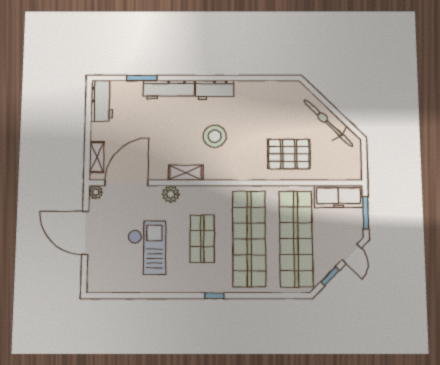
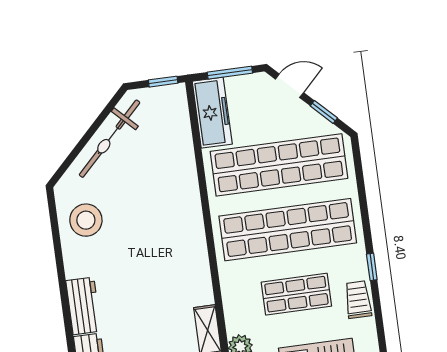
stool: (215, 136) -> (86, 220), moved
pallet: (289, 154) -> (162, 189), removed
window: (364, 165) -> (163, 82), added
trolley: (192, 283) -> (358, 300), added

